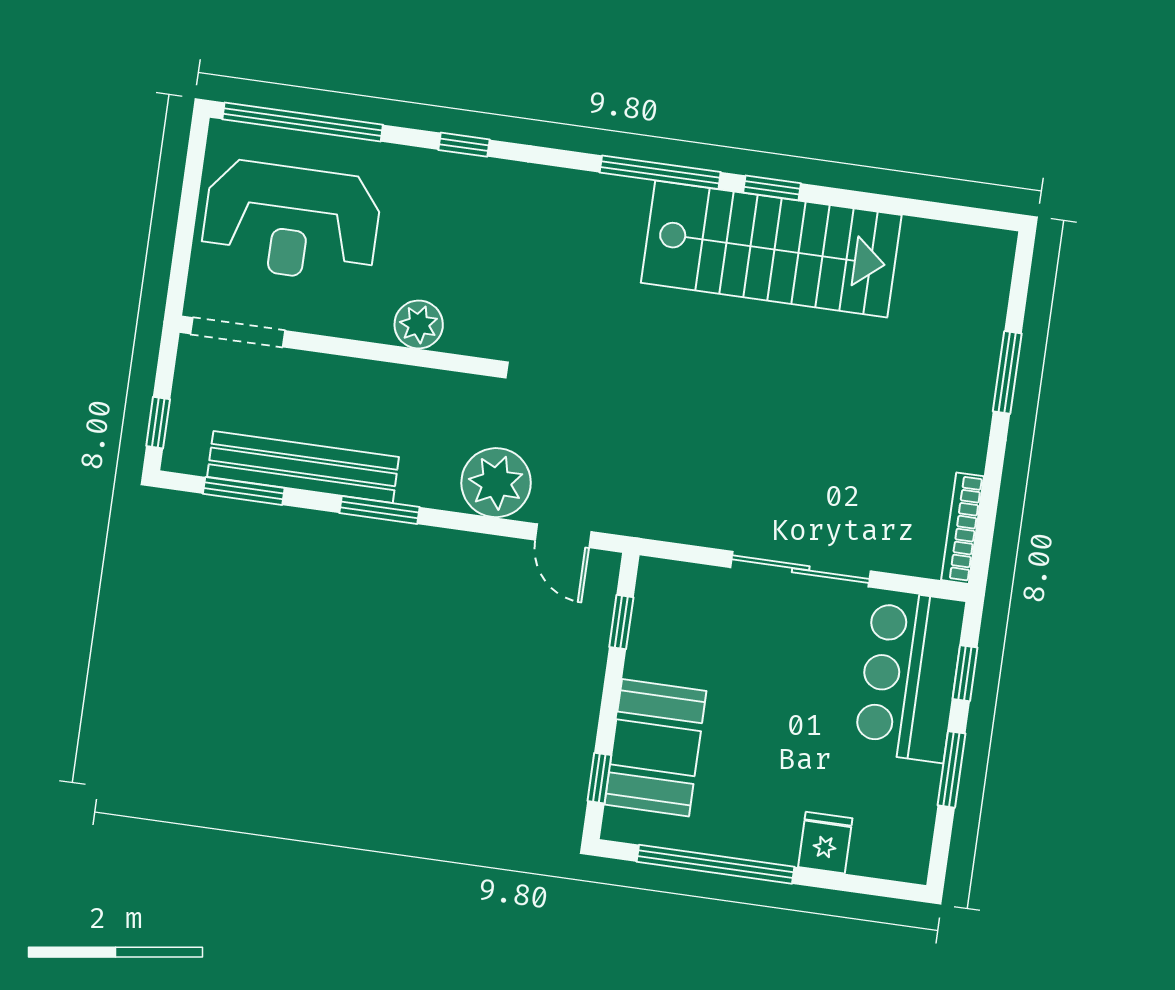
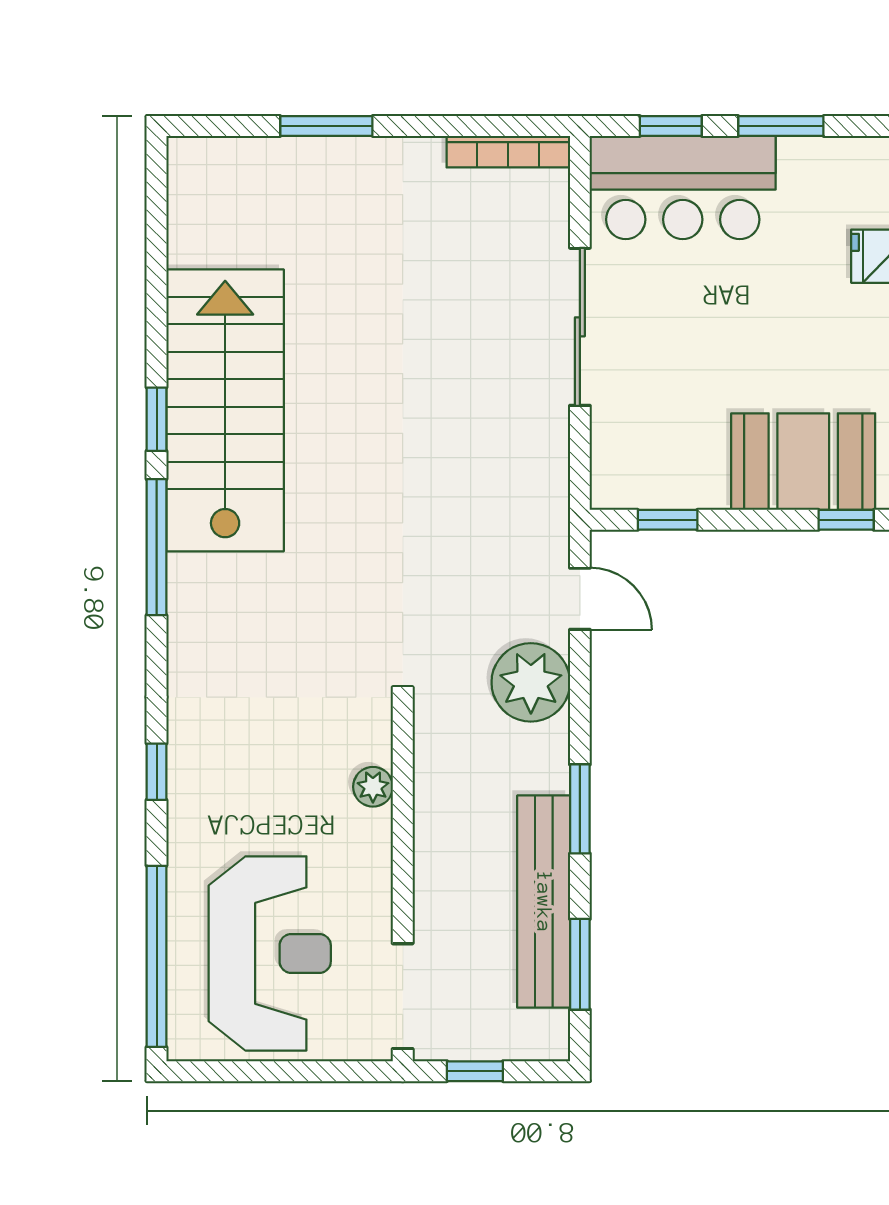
plant: (419, 325) -> (373, 787), width x0.73, depth x0.73
window: (158, 423) -> (475, 1071), moved
door: (563, 536) -> (580, 599), hinge flipped

